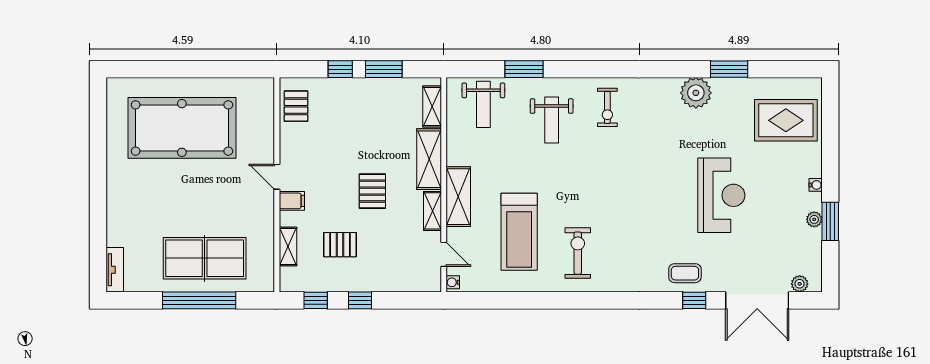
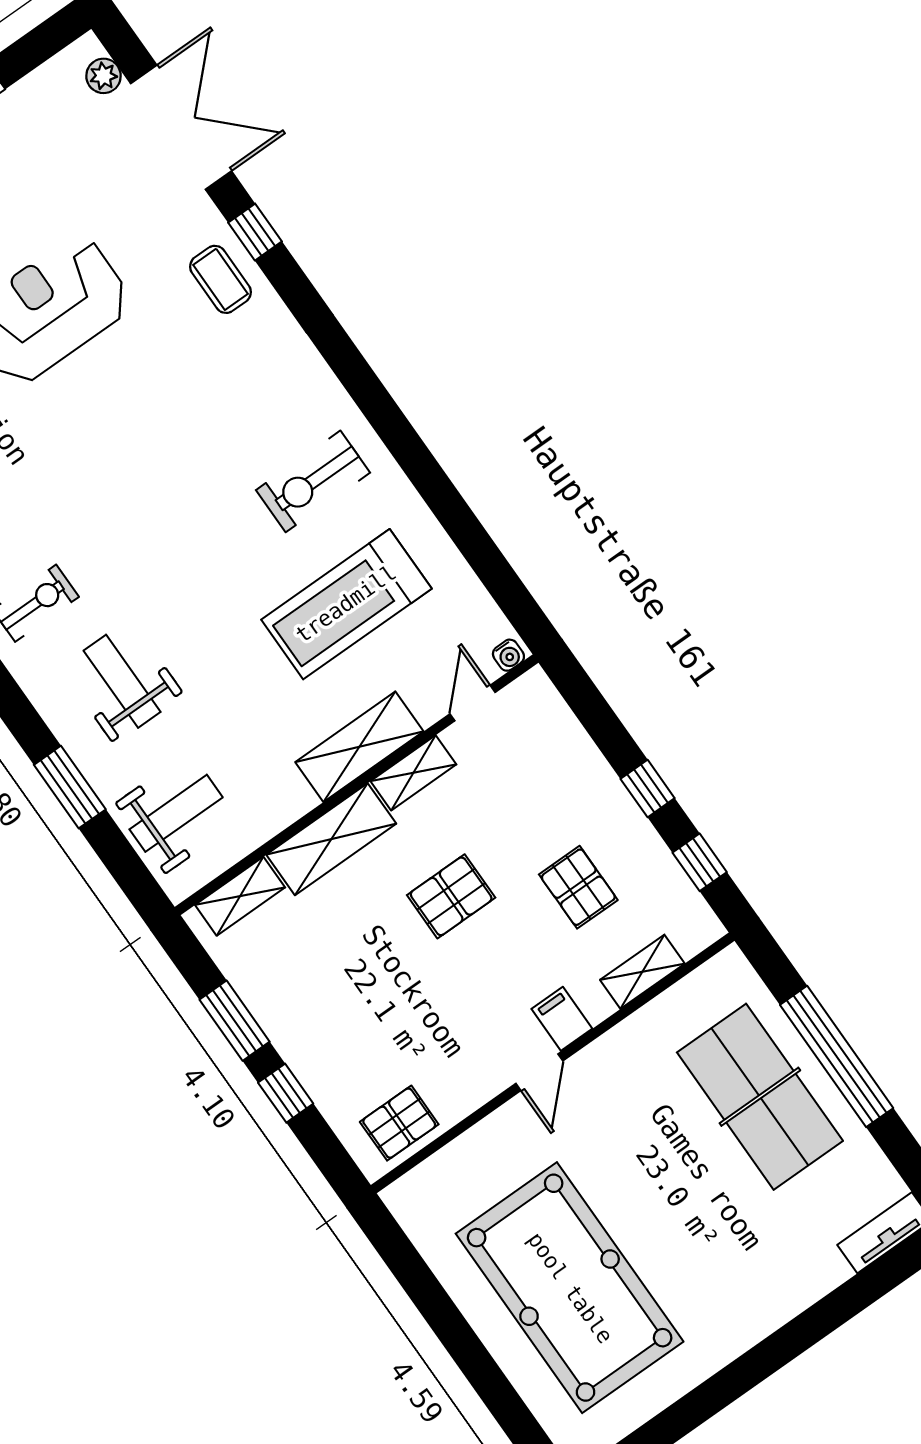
weight bench: (552, 120) -> (122, 681), turned -90
treadmill: (519, 232) -> (346, 604), turned 180

